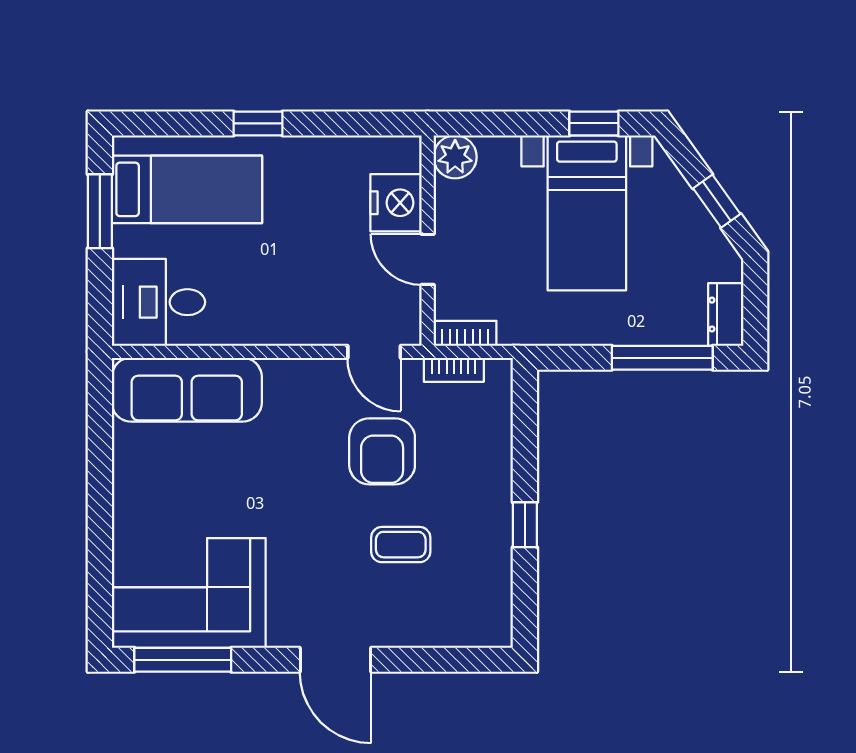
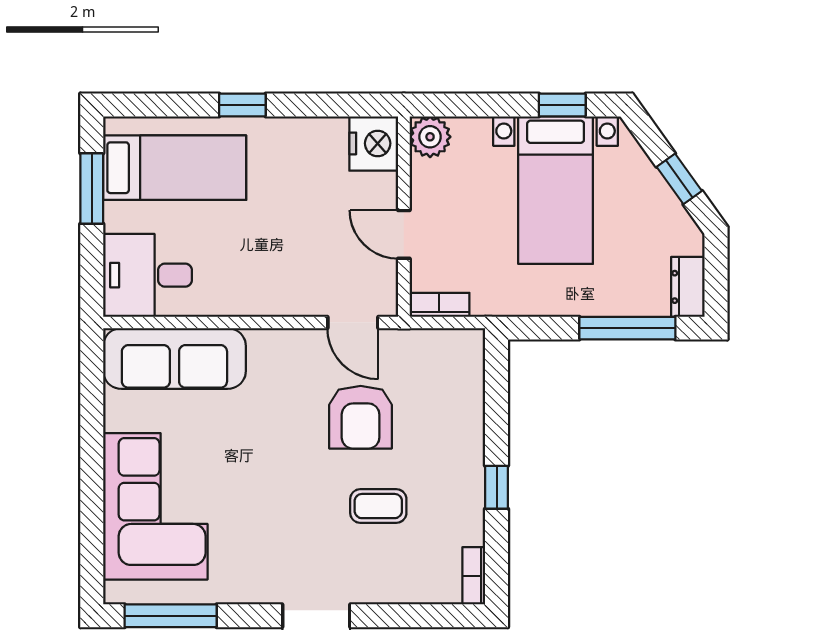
nightstand: (396, 203) -> (374, 143), moved
bookcase: (454, 370) -> (474, 576), moved, turned 90
corner sofa: (189, 593) -> (155, 506), moved, turned 90

